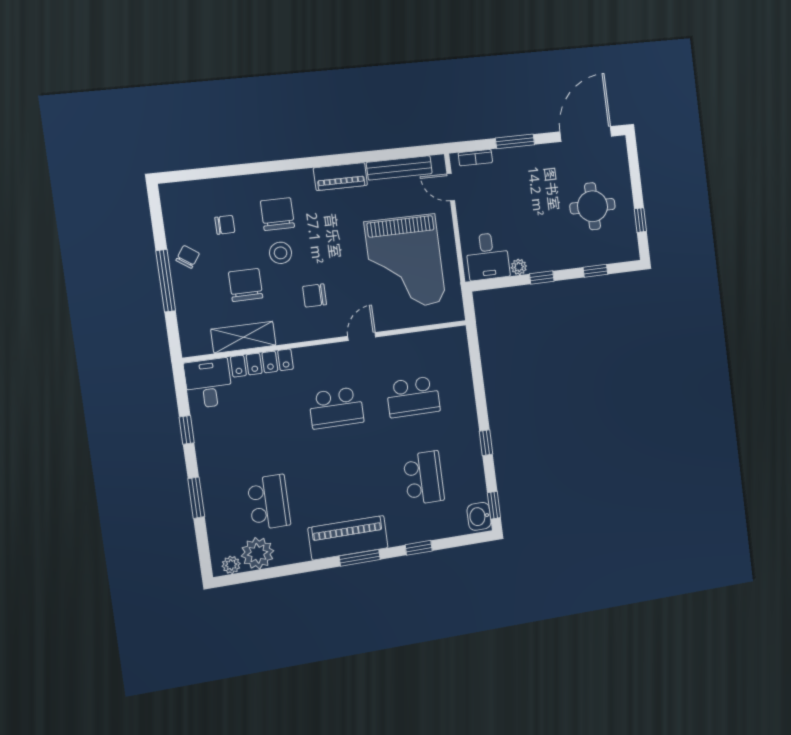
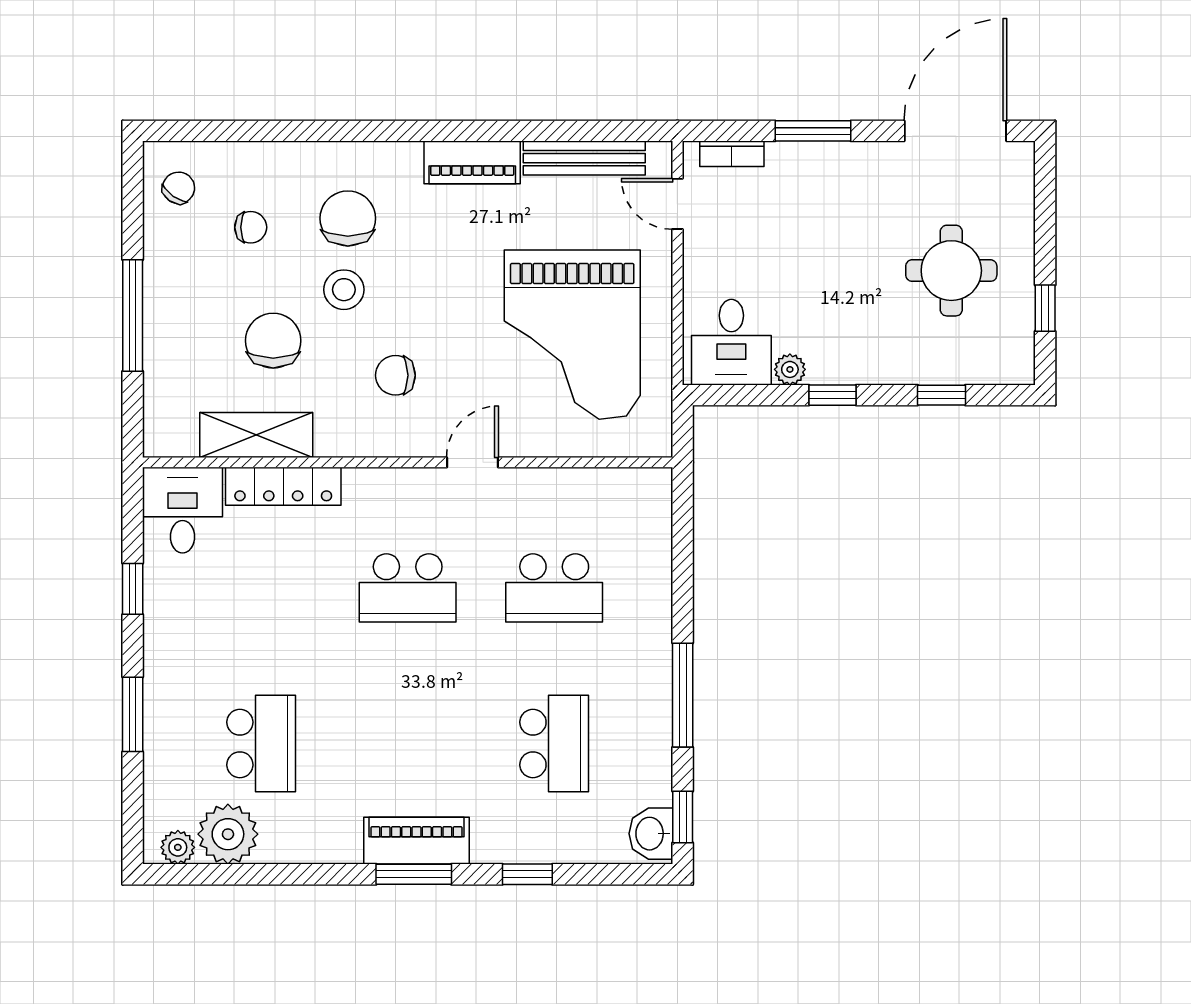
chair: (188, 257) -> (179, 188), moved
window: (486, 443) -> (683, 695), width x2.17
piano: (348, 538) -> (416, 841), width x0.73, depth x0.75

